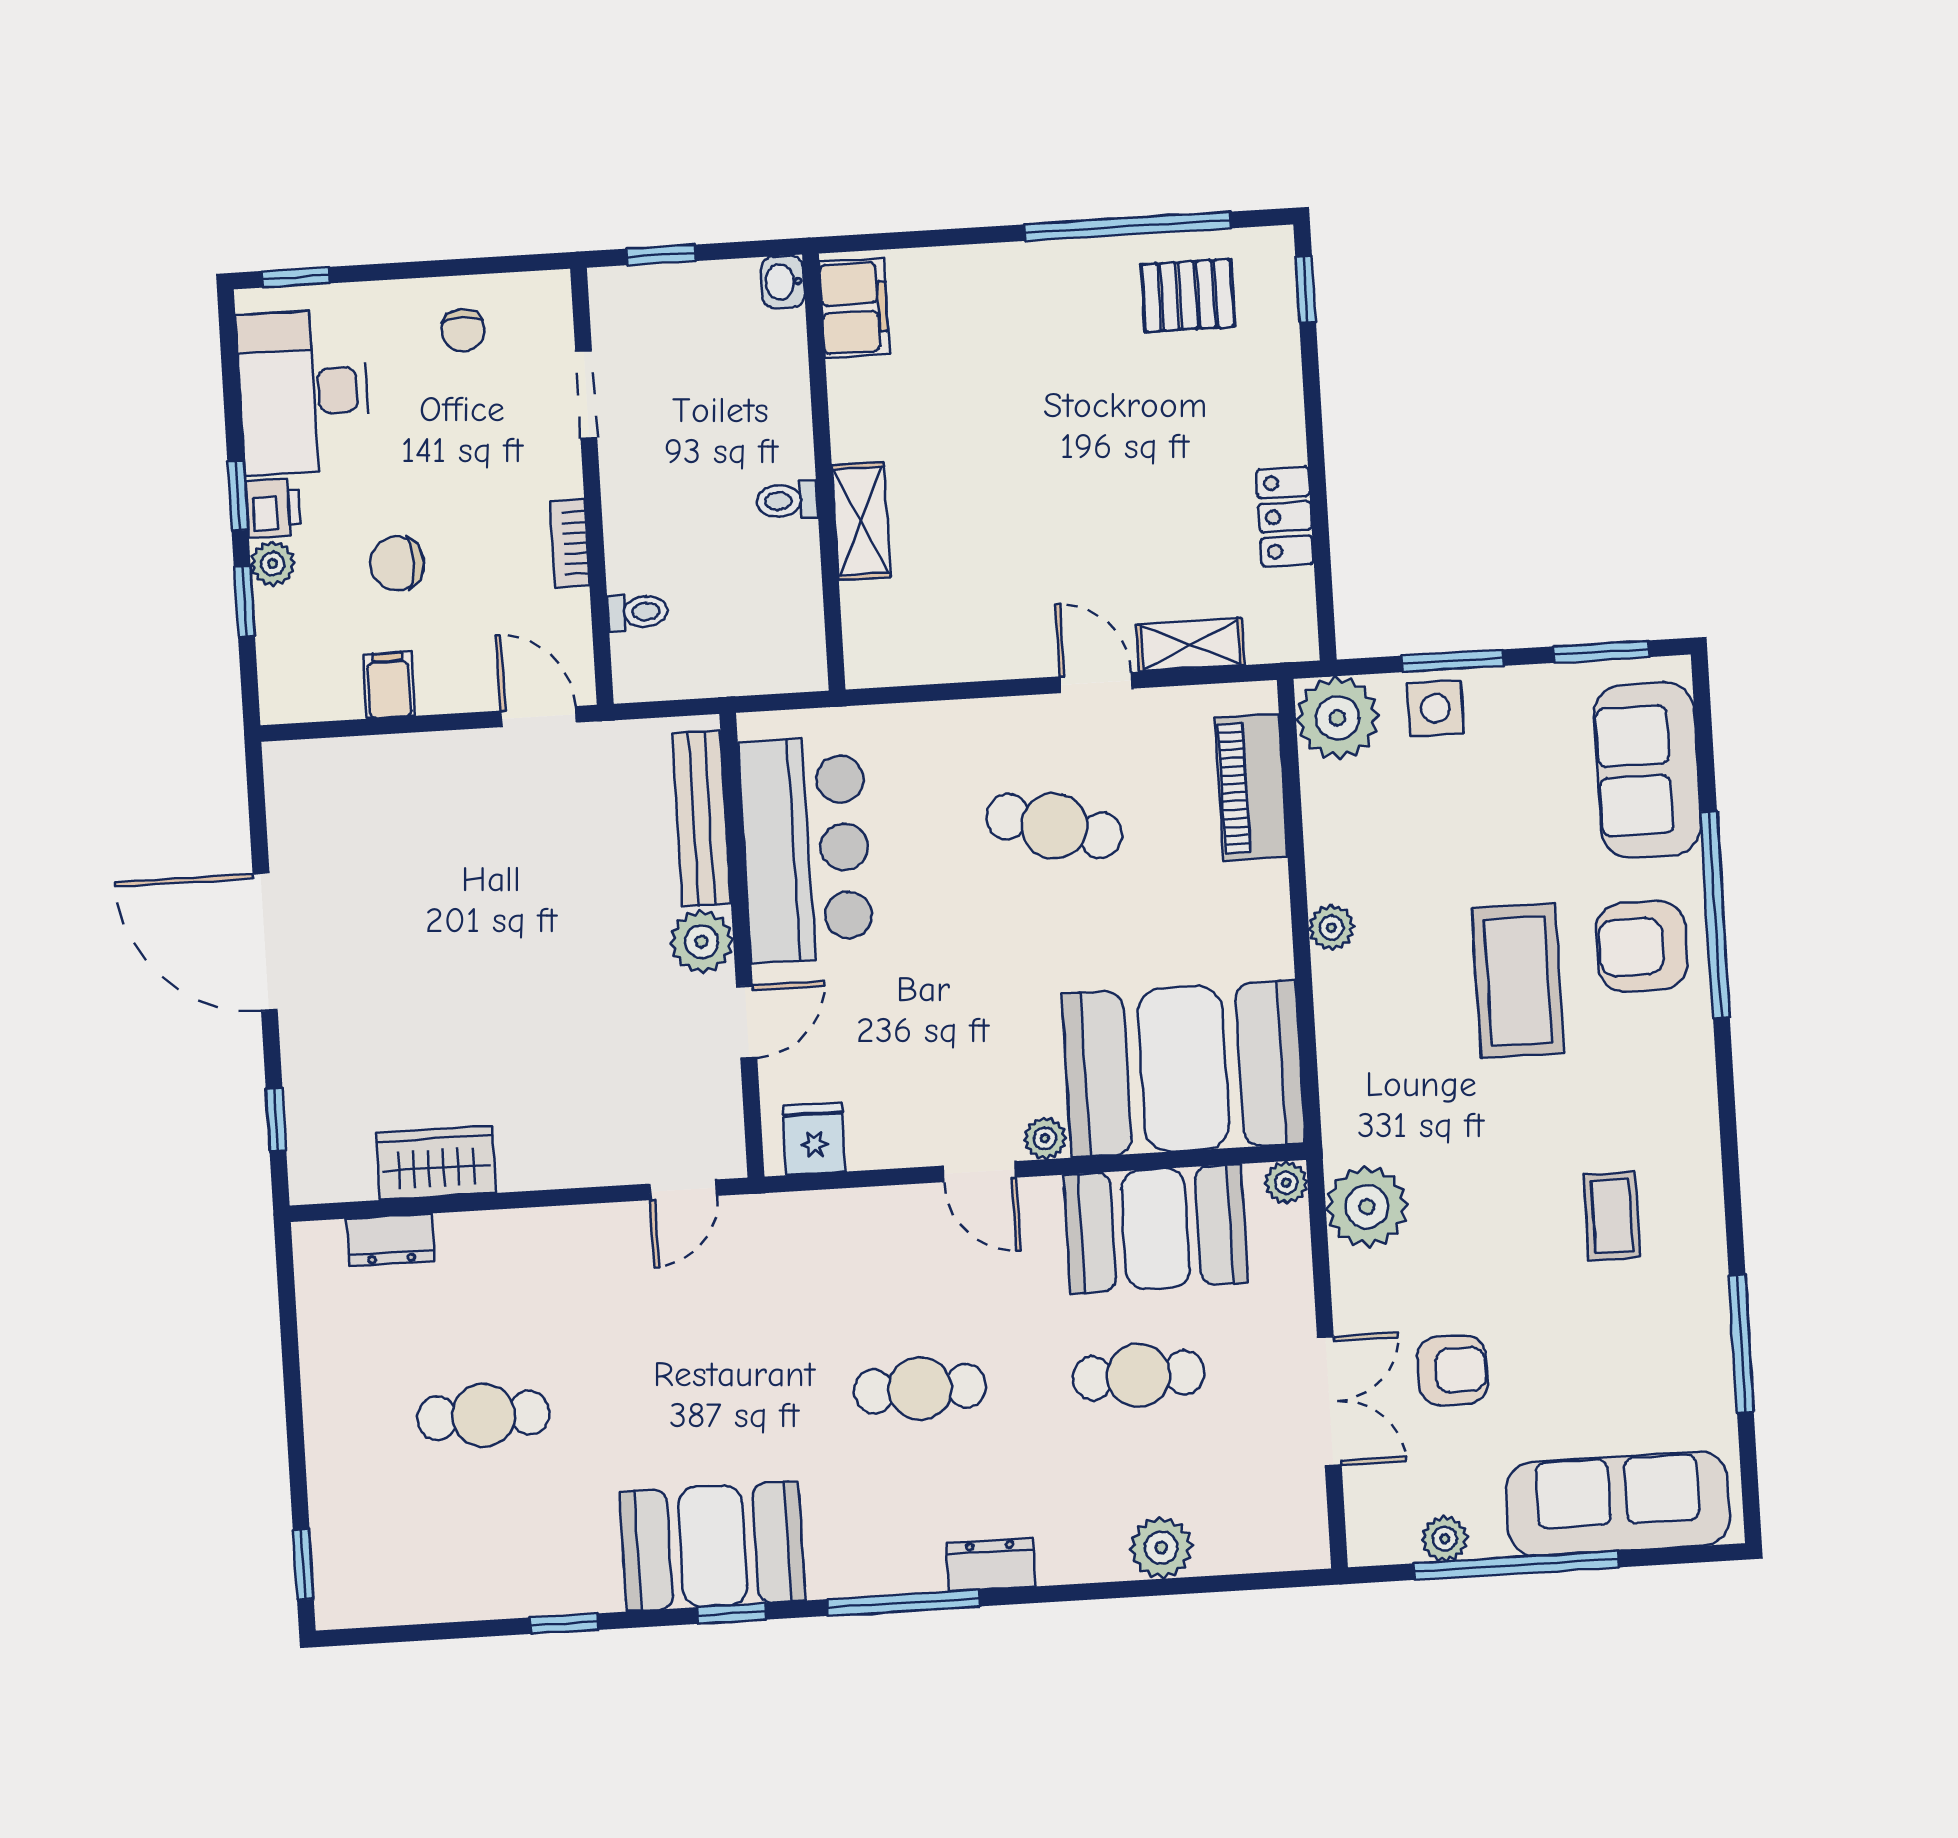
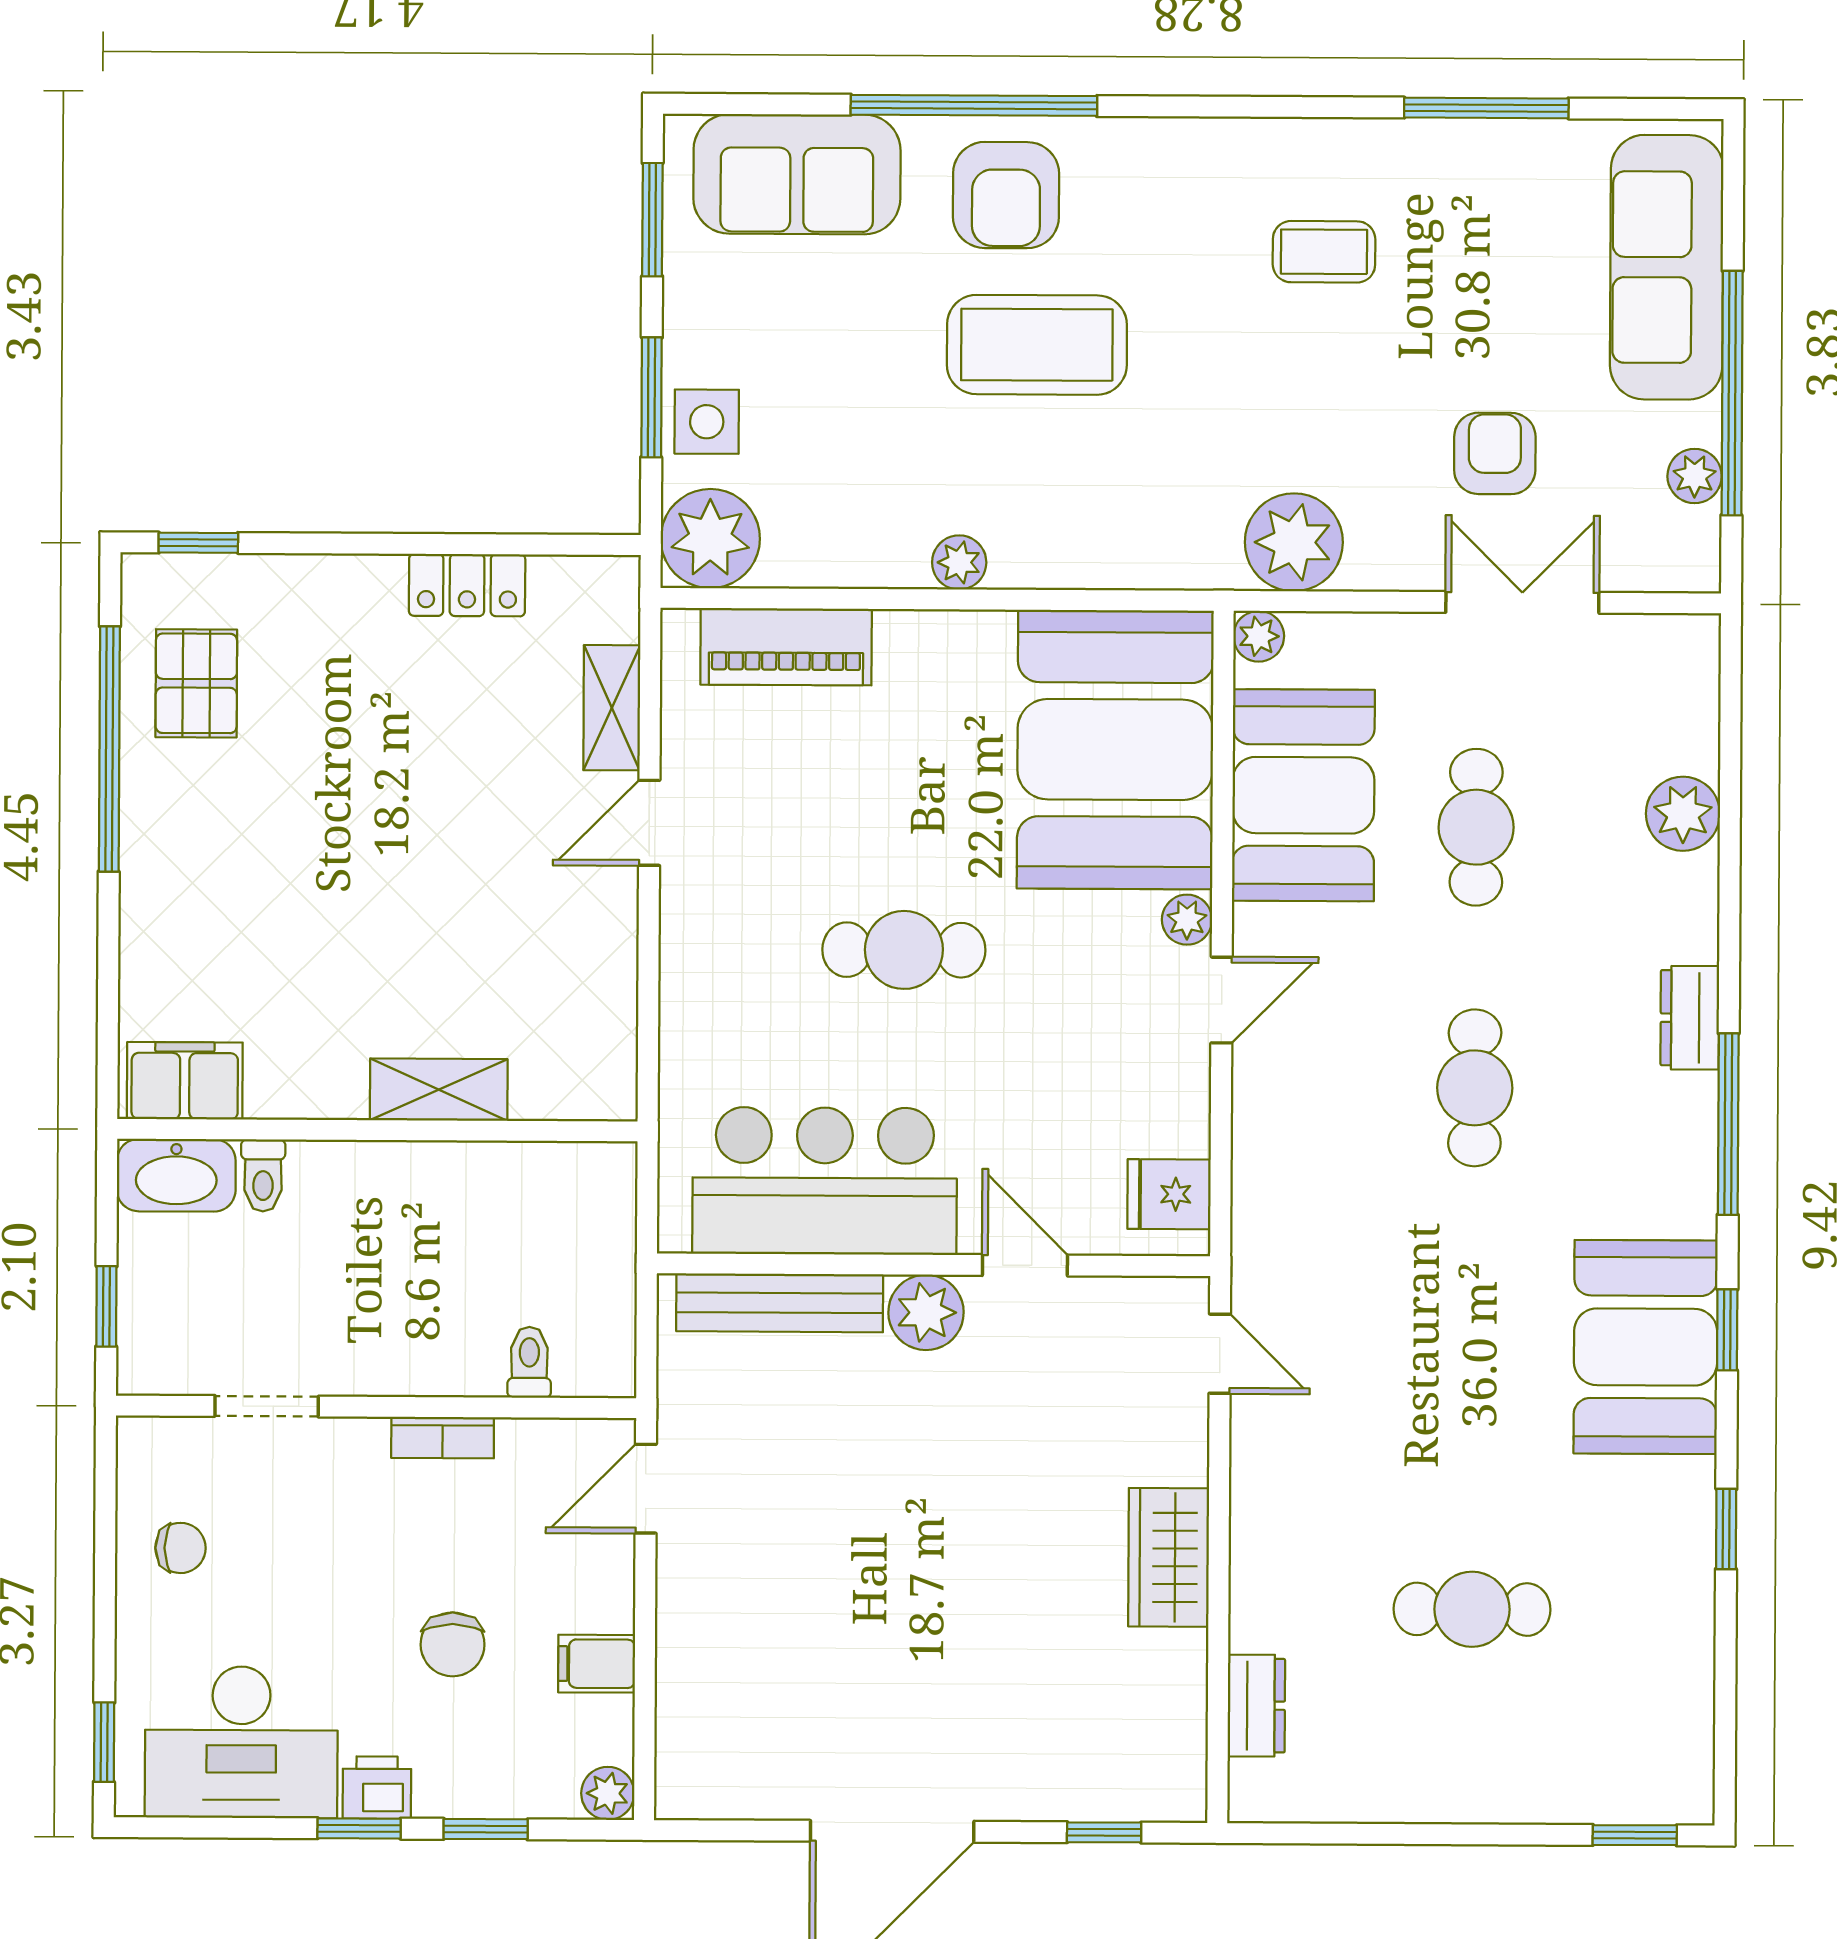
washbasin: (783, 282) -> (176, 1175), width x1.91, depth x1.45
toilet: (787, 501) -> (263, 1175), moved
plant: (273, 564) -> (608, 1793), moved
cafe table: (1054, 826) -> (904, 950), moved, turned 75
wardrobe: (436, 1163) -> (1169, 1557), moved
cafe table: (483, 1415) -> (1472, 1609), turned 90

